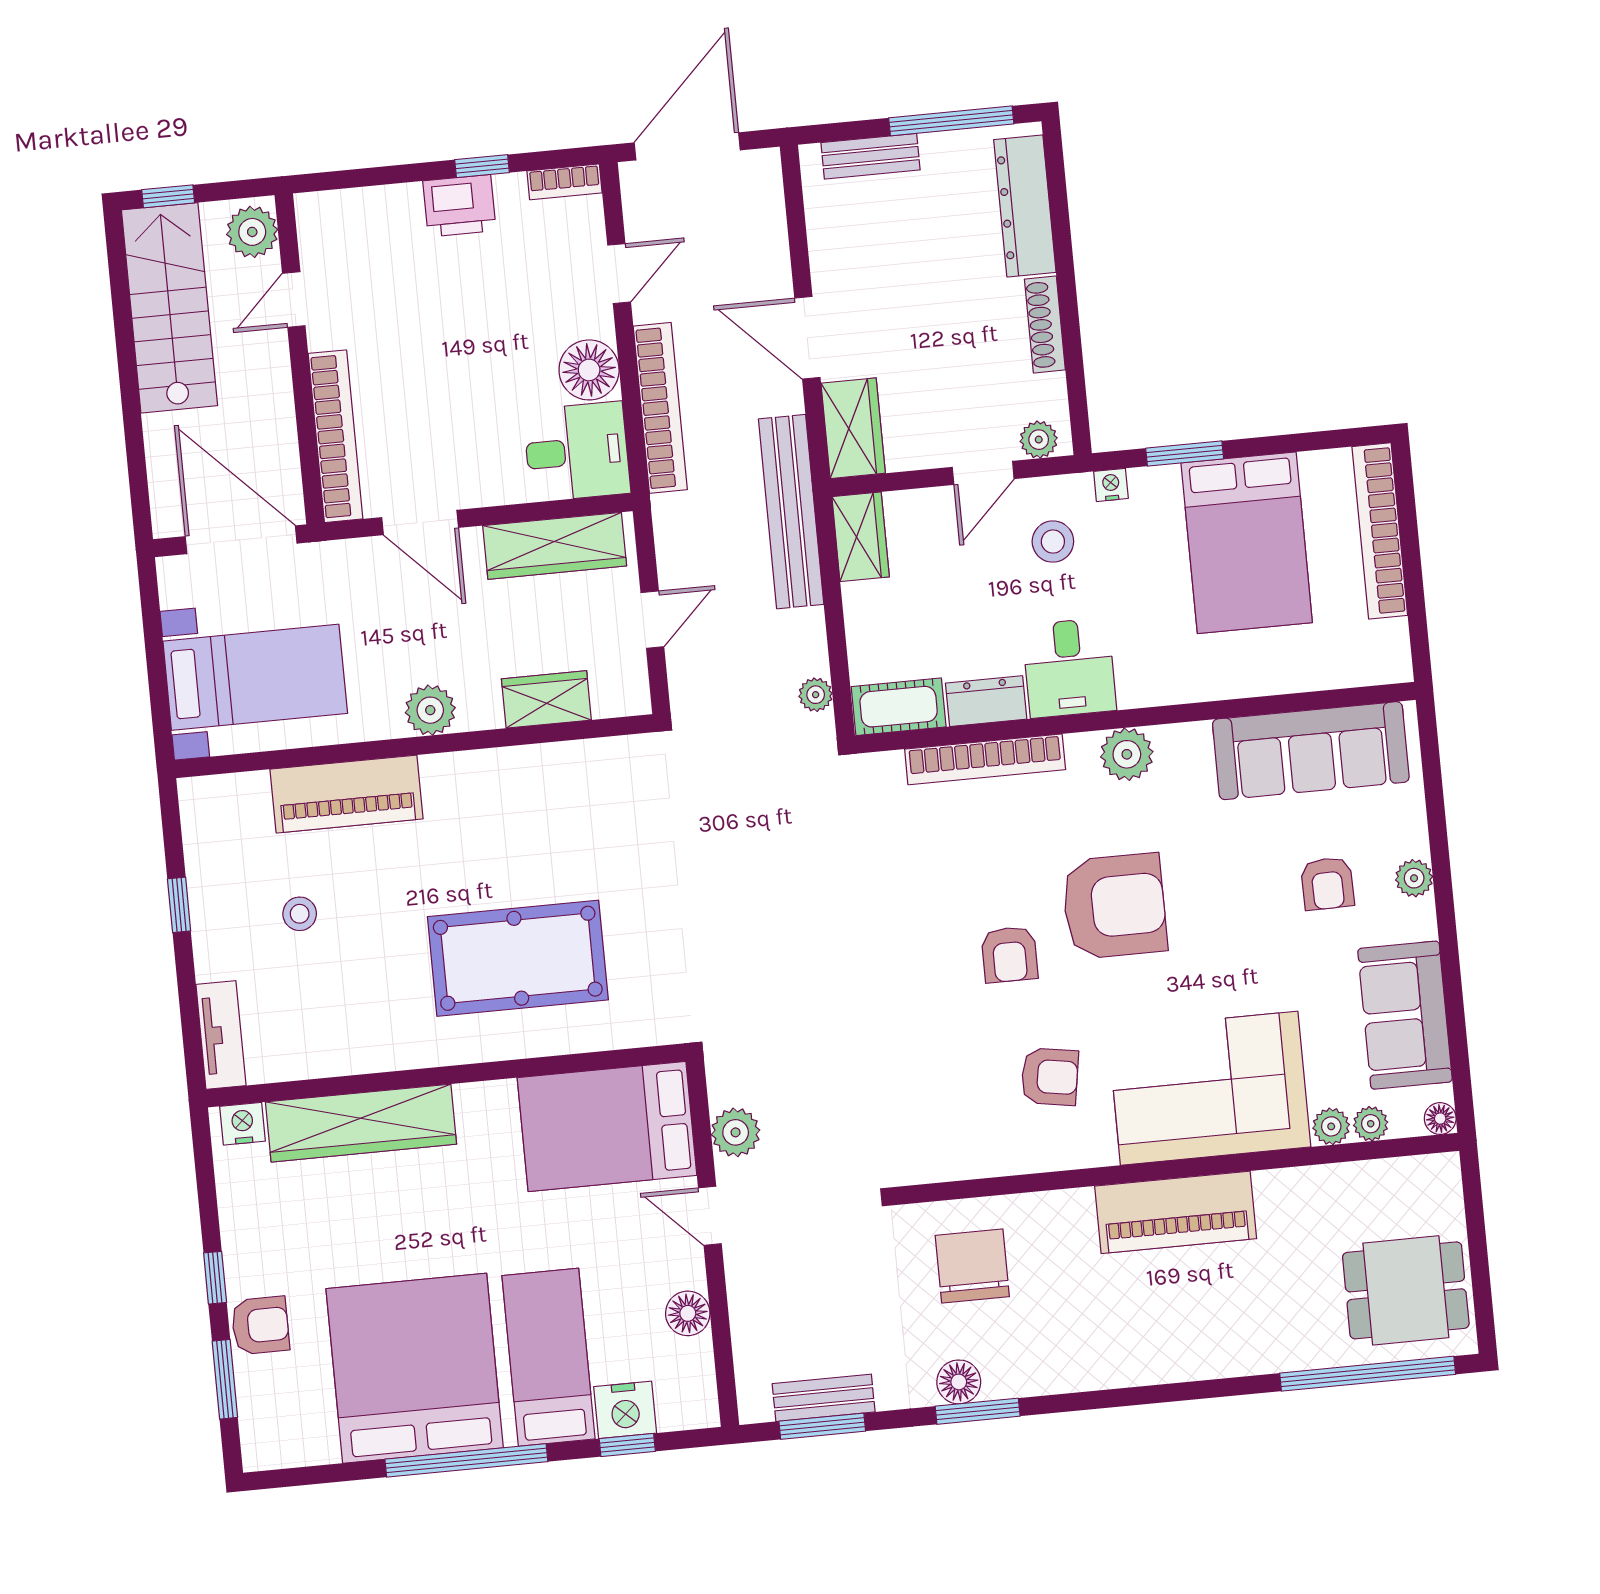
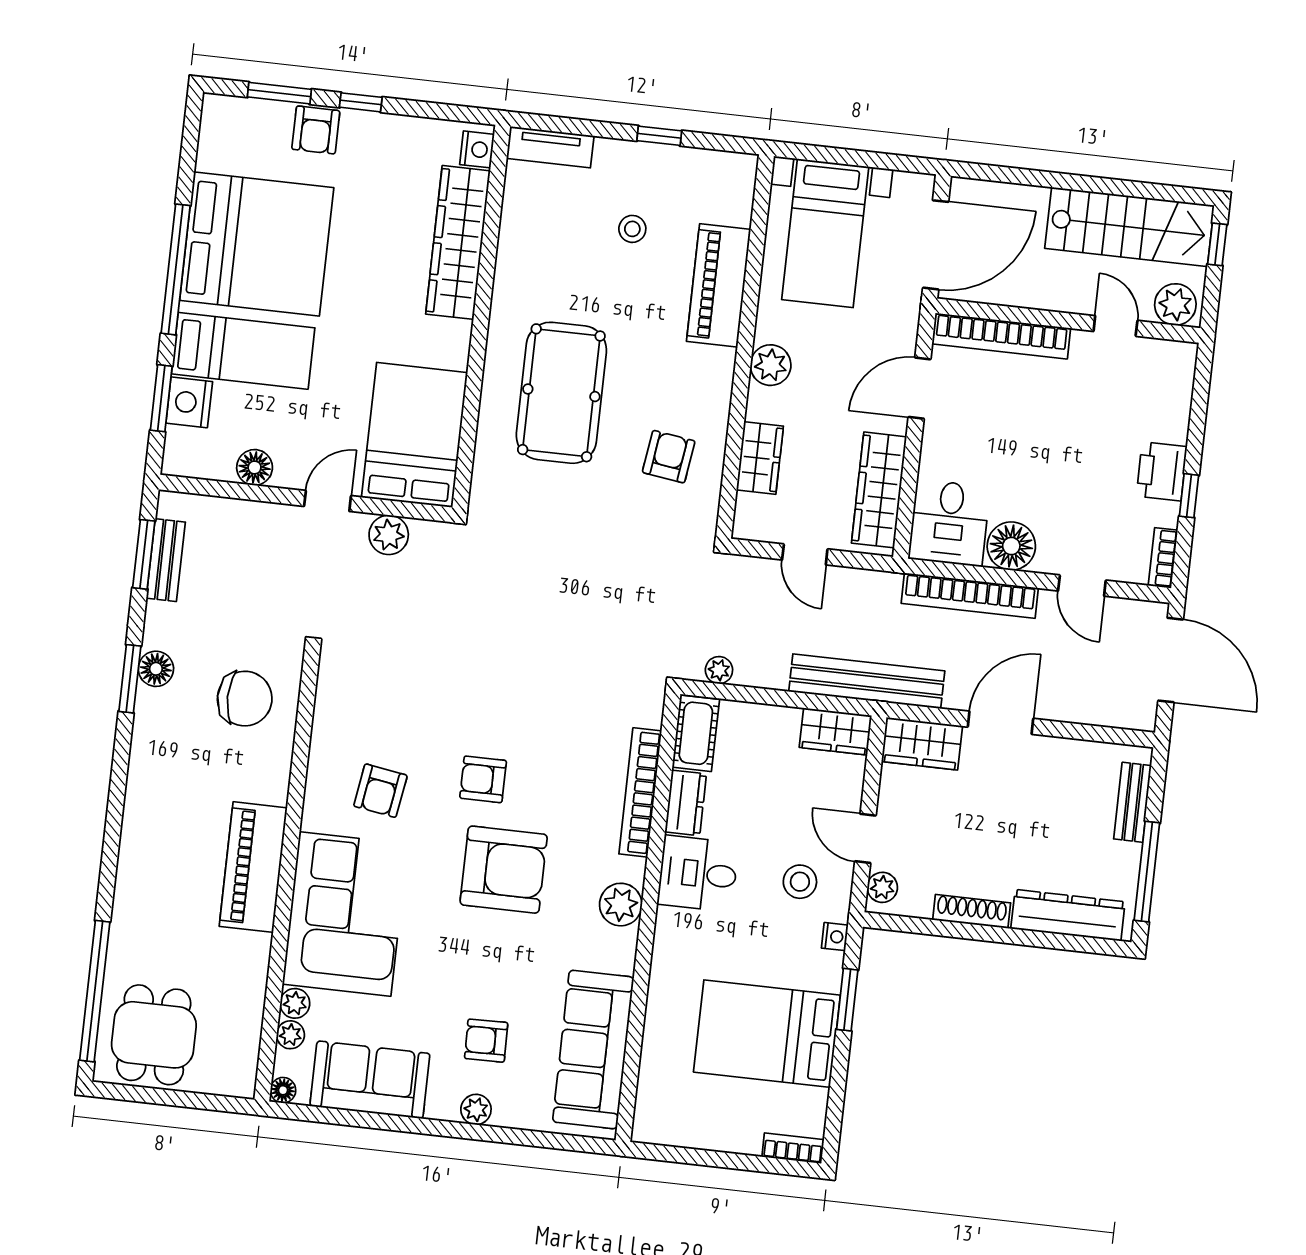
bookcase: (1380, 531) -> (793, 1148), width x0.43, depth x0.76
armchair: (568, 811) -> (669, 457), added
armchair: (1114, 906) -> (504, 870), turned -90
window: (627, 1445) -> (161, 398), width x1.50

